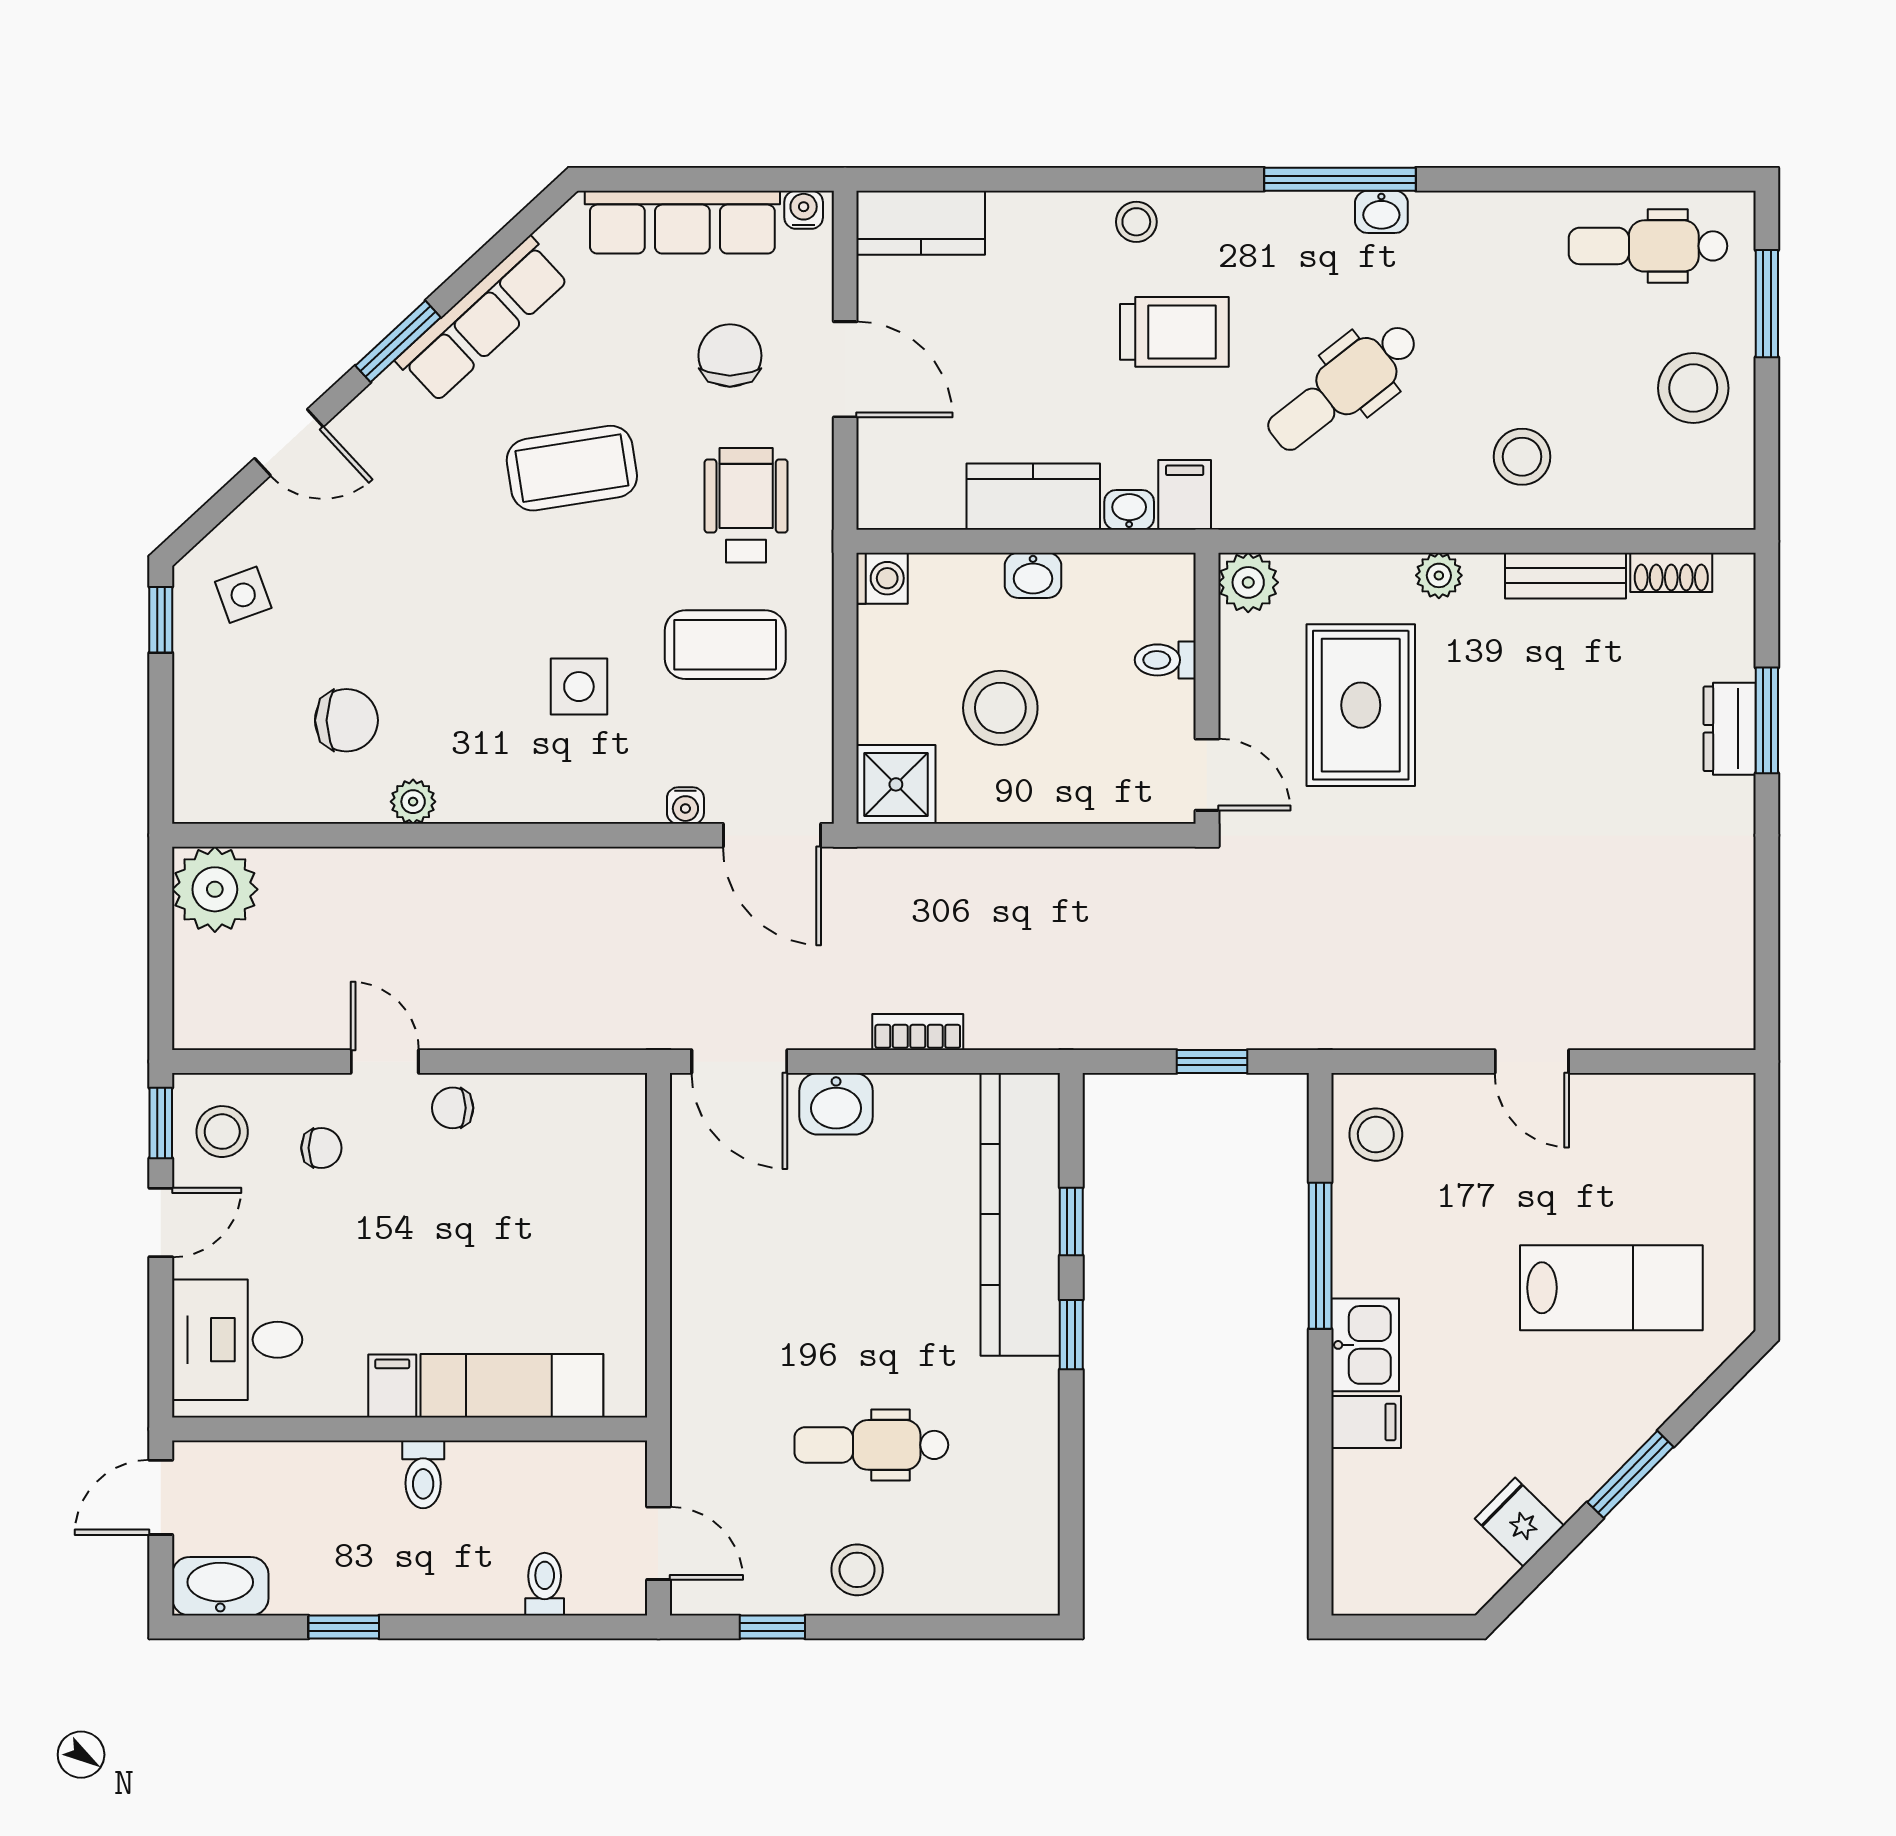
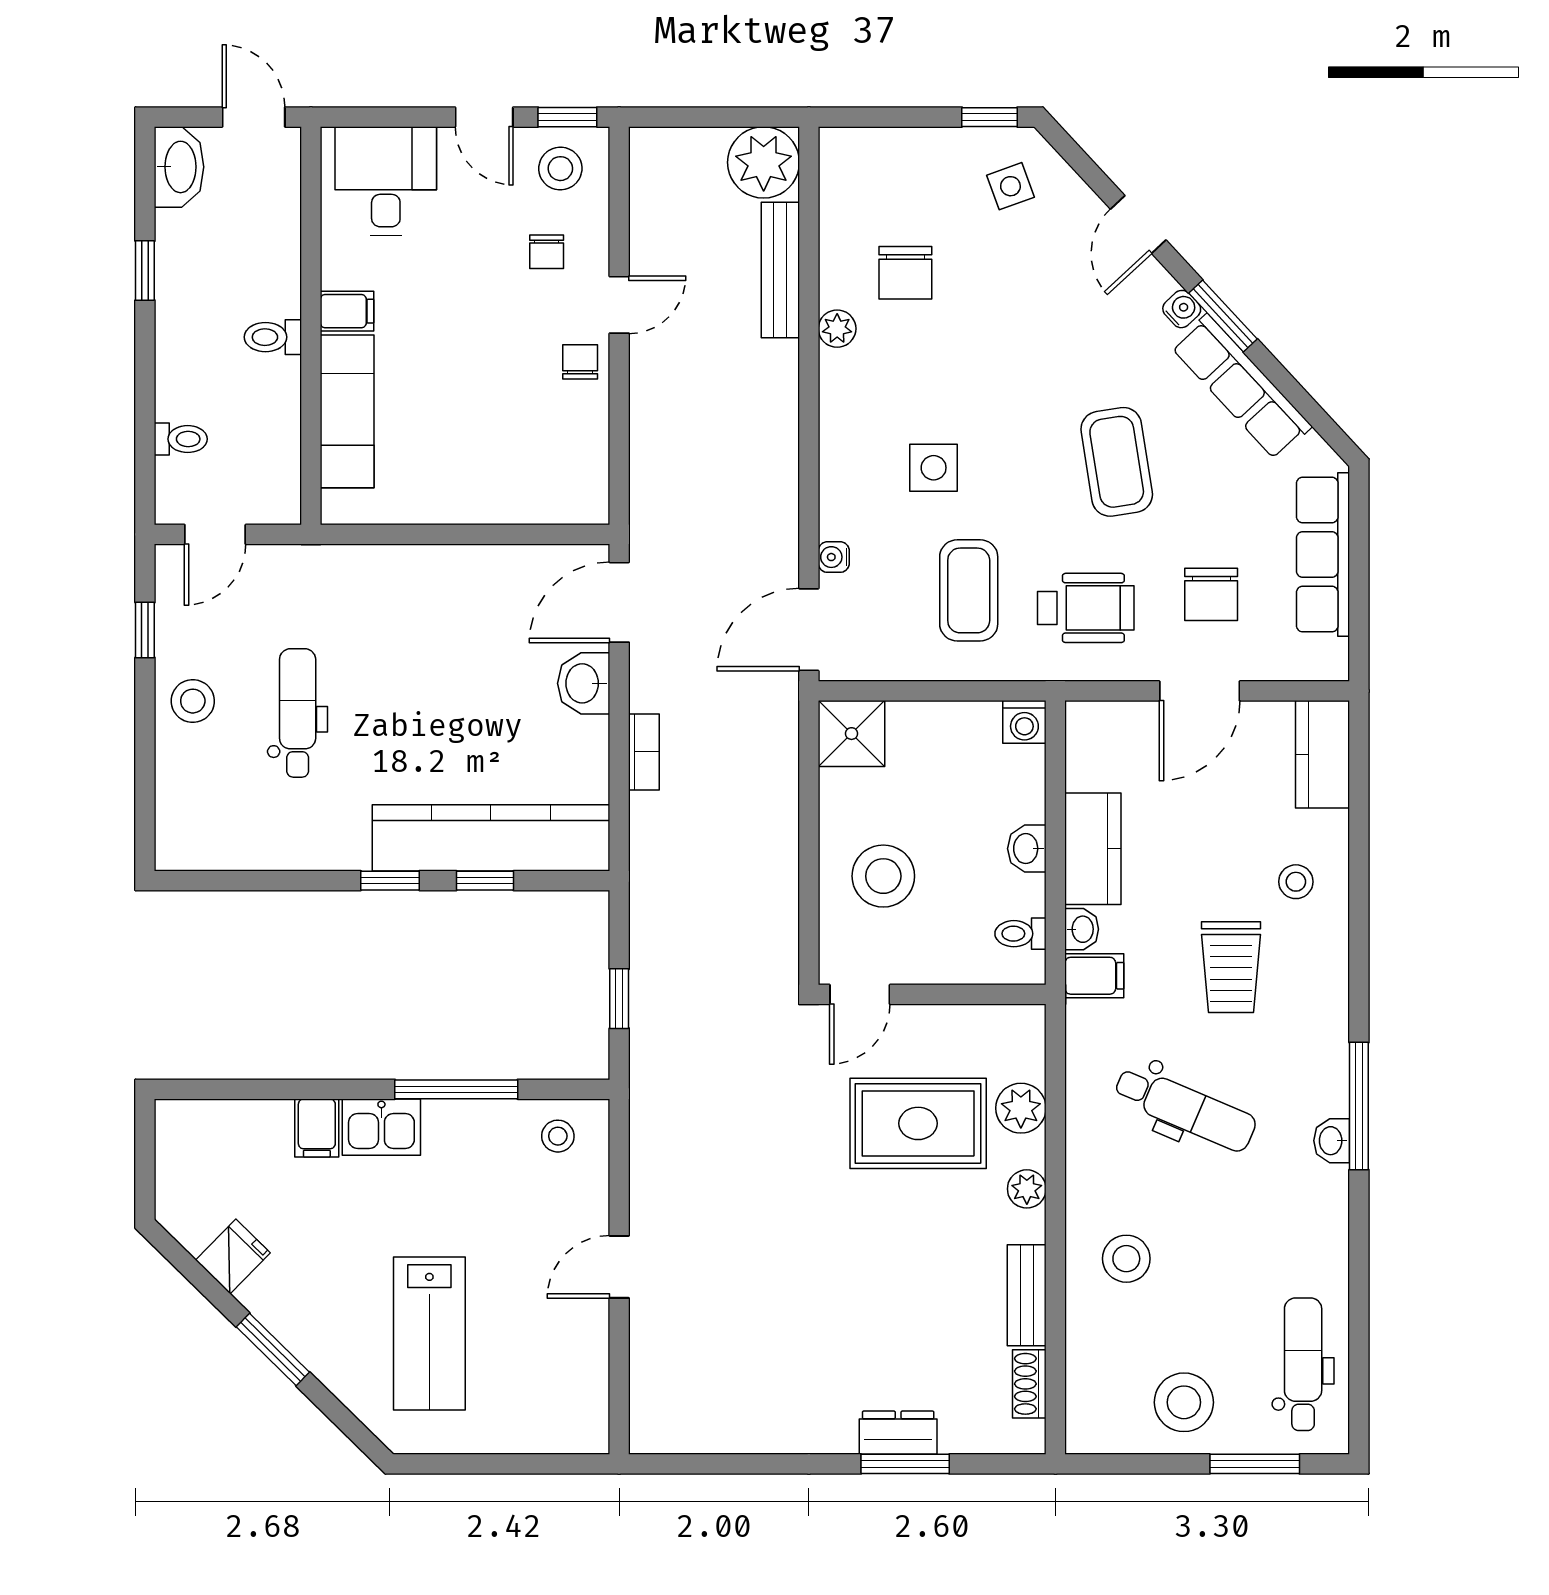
water cooler: (804, 210) -> (1182, 309), moved, turned -43
stool: (1136, 222) -> (1296, 882), moved
chair: (730, 356) -> (1211, 594), turned 90
dental chair: (1343, 387) -> (1185, 1108), turned 151
plant: (1248, 582) -> (1021, 1108), moved
toilet: (1165, 660) -> (1020, 934), moved, turned -90
stool: (1000, 708) -> (883, 876), moved
bench: (343, 869) -> (780, 270), added
stool: (1376, 1135) -> (558, 1136), width x0.73, depth x0.73

